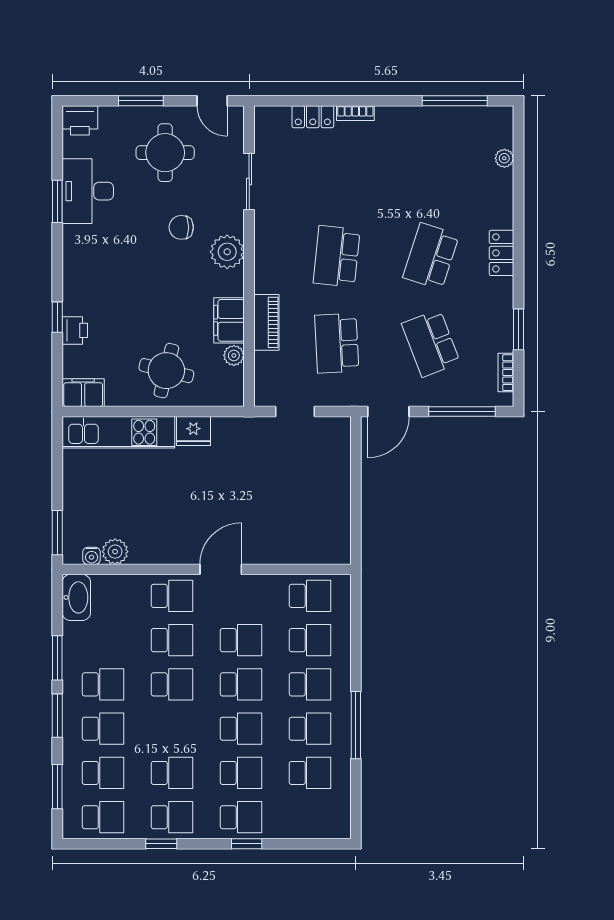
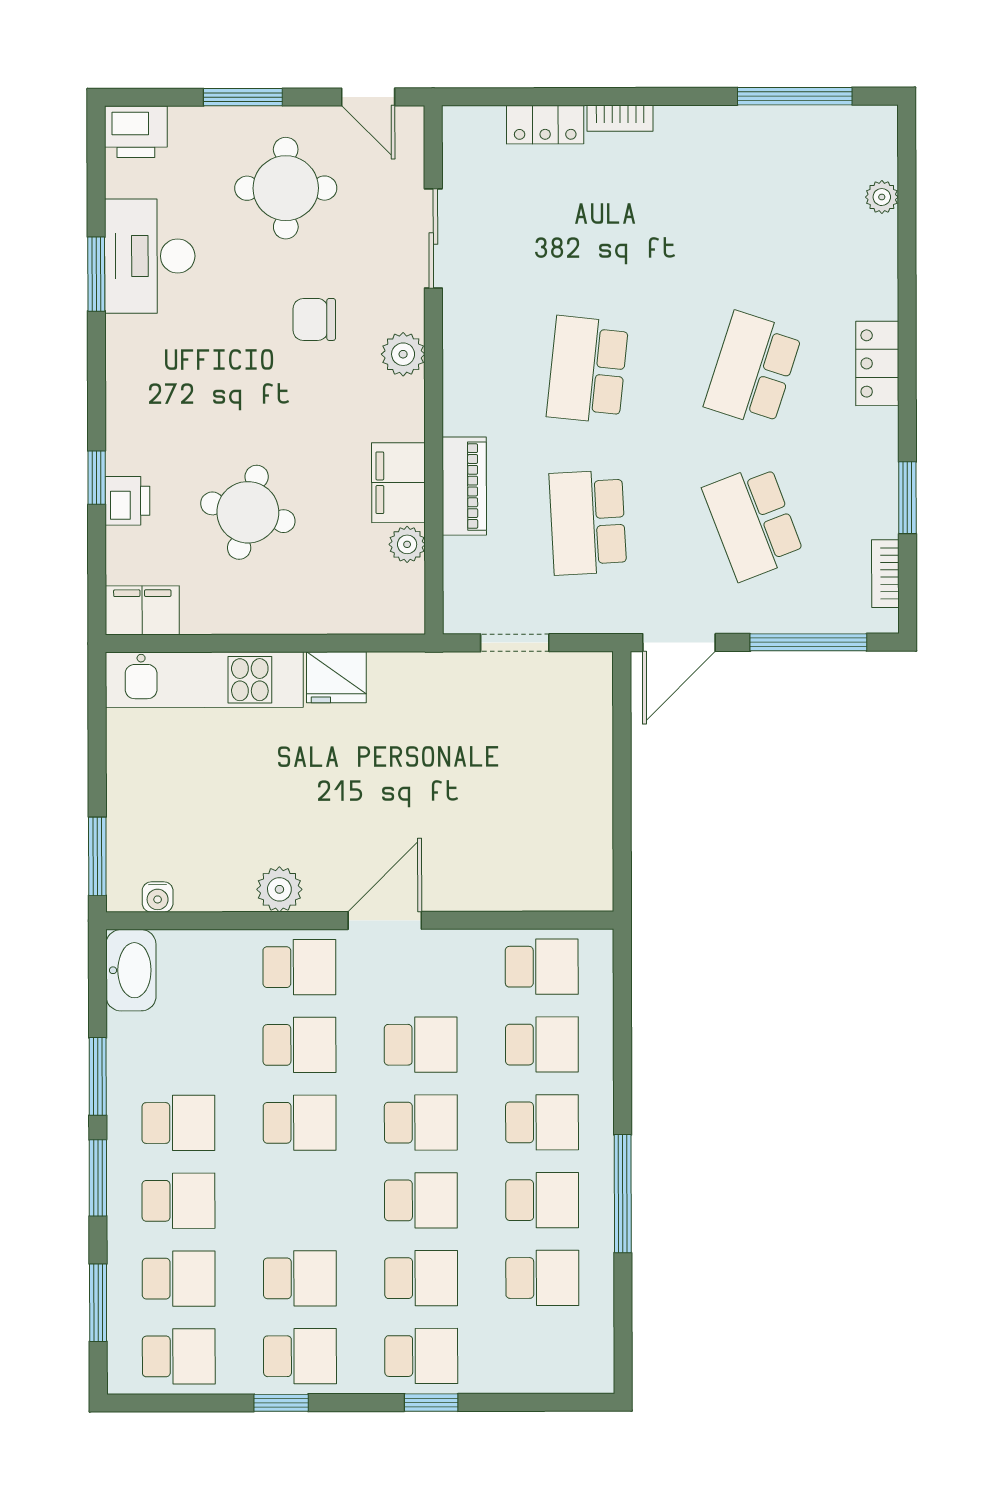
plant: (227, 252) -> (403, 354), width x0.73, depth x0.73
round table: (166, 371) -> (248, 512), moved
plant: (115, 552) -> (279, 889), moved

